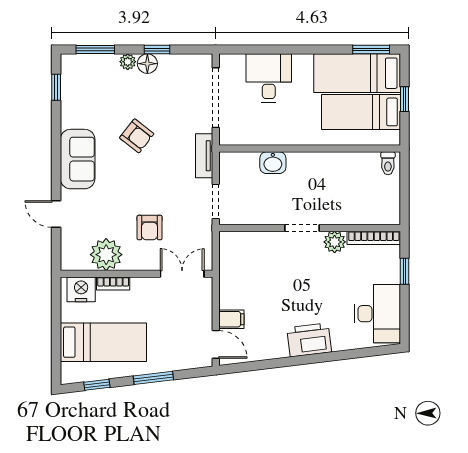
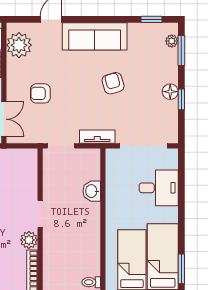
plant: (128, 62) -> (172, 41), moved
armchair: (137, 136) -> (113, 83), turned 126
sofa: (78, 159) -> (95, 36), width x1.36
plant: (106, 255) -> (19, 45), moved

